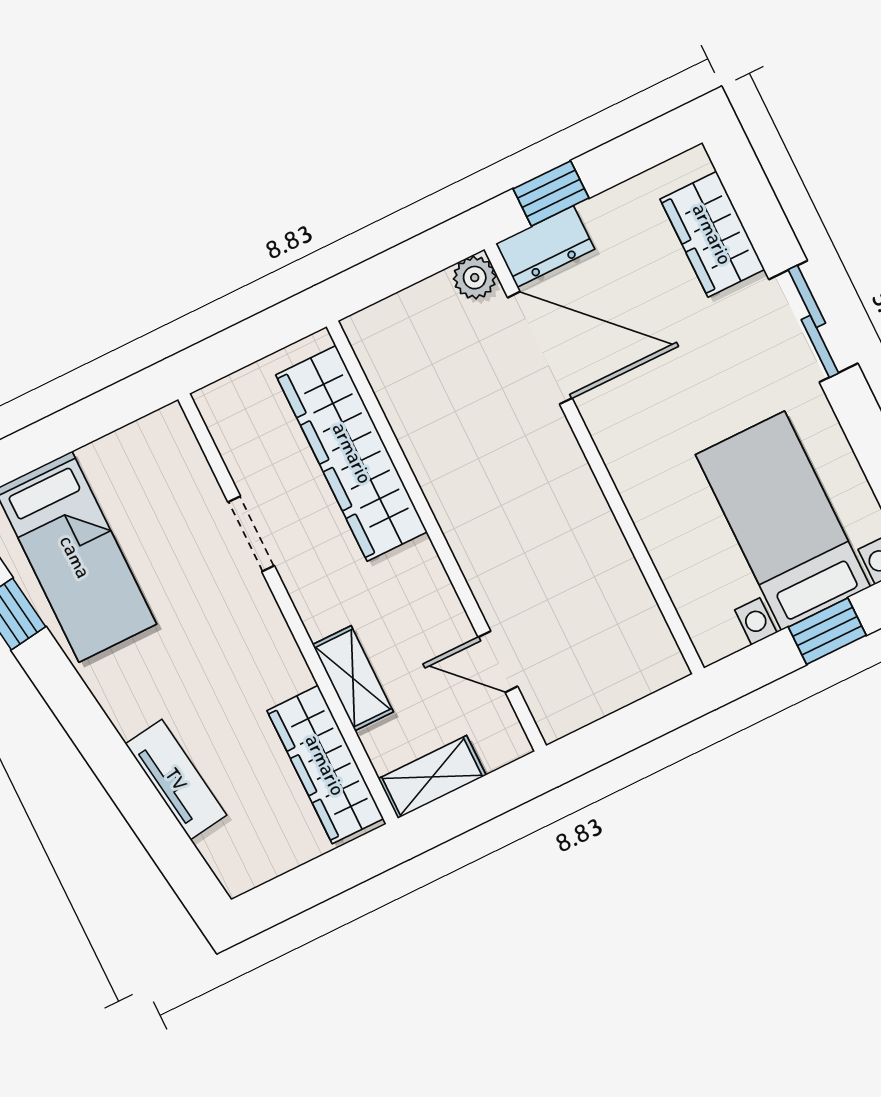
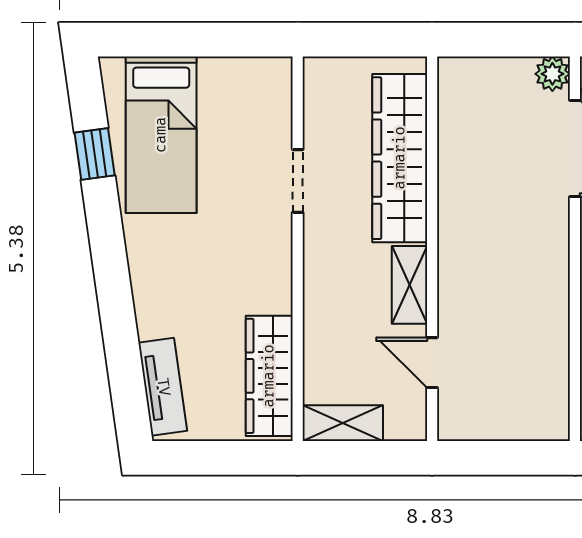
shelving: (353, 678) -> (409, 285), moved
tv unit: (176, 779) -> (163, 387), moved

